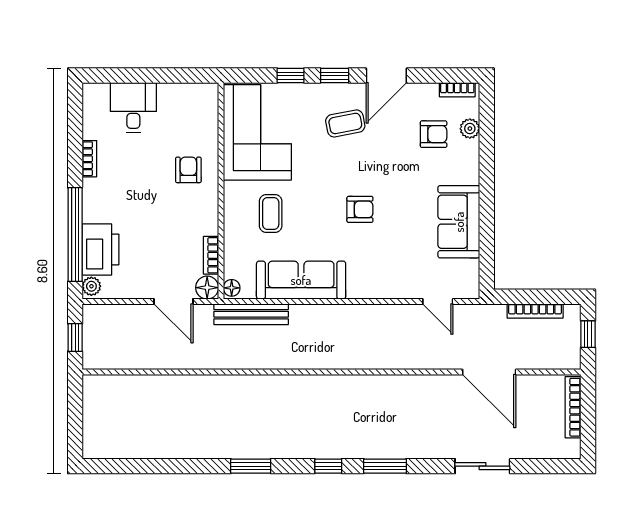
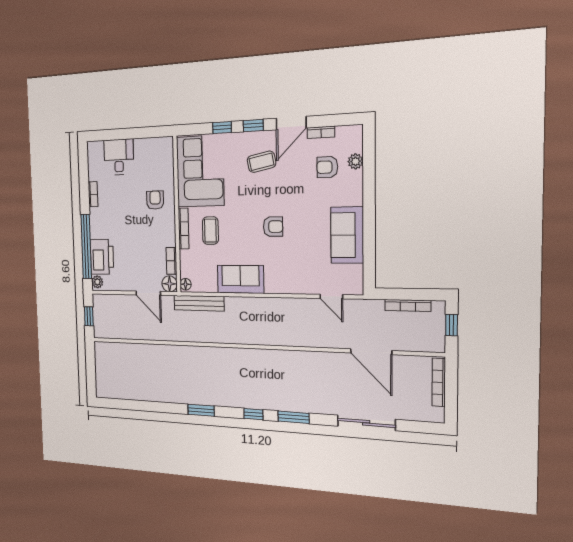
bookcase: (457, 90) -> (321, 132), moved
armchair: (434, 134) -> (327, 167), turned 180
bookcase: (231, 210) -> (183, 229), added
sofa: (301, 280) -> (240, 279), width x0.73
sliding door: (482, 466) -> (366, 423), width x1.37

